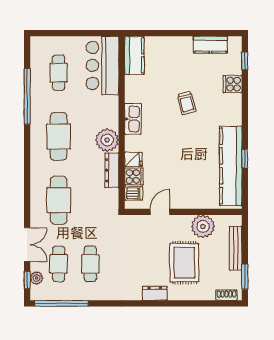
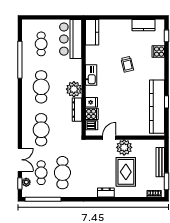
plant: (203, 226) -> (124, 147), moved
cafe table: (90, 264) -> (62, 173), width x1.37, depth x1.35

